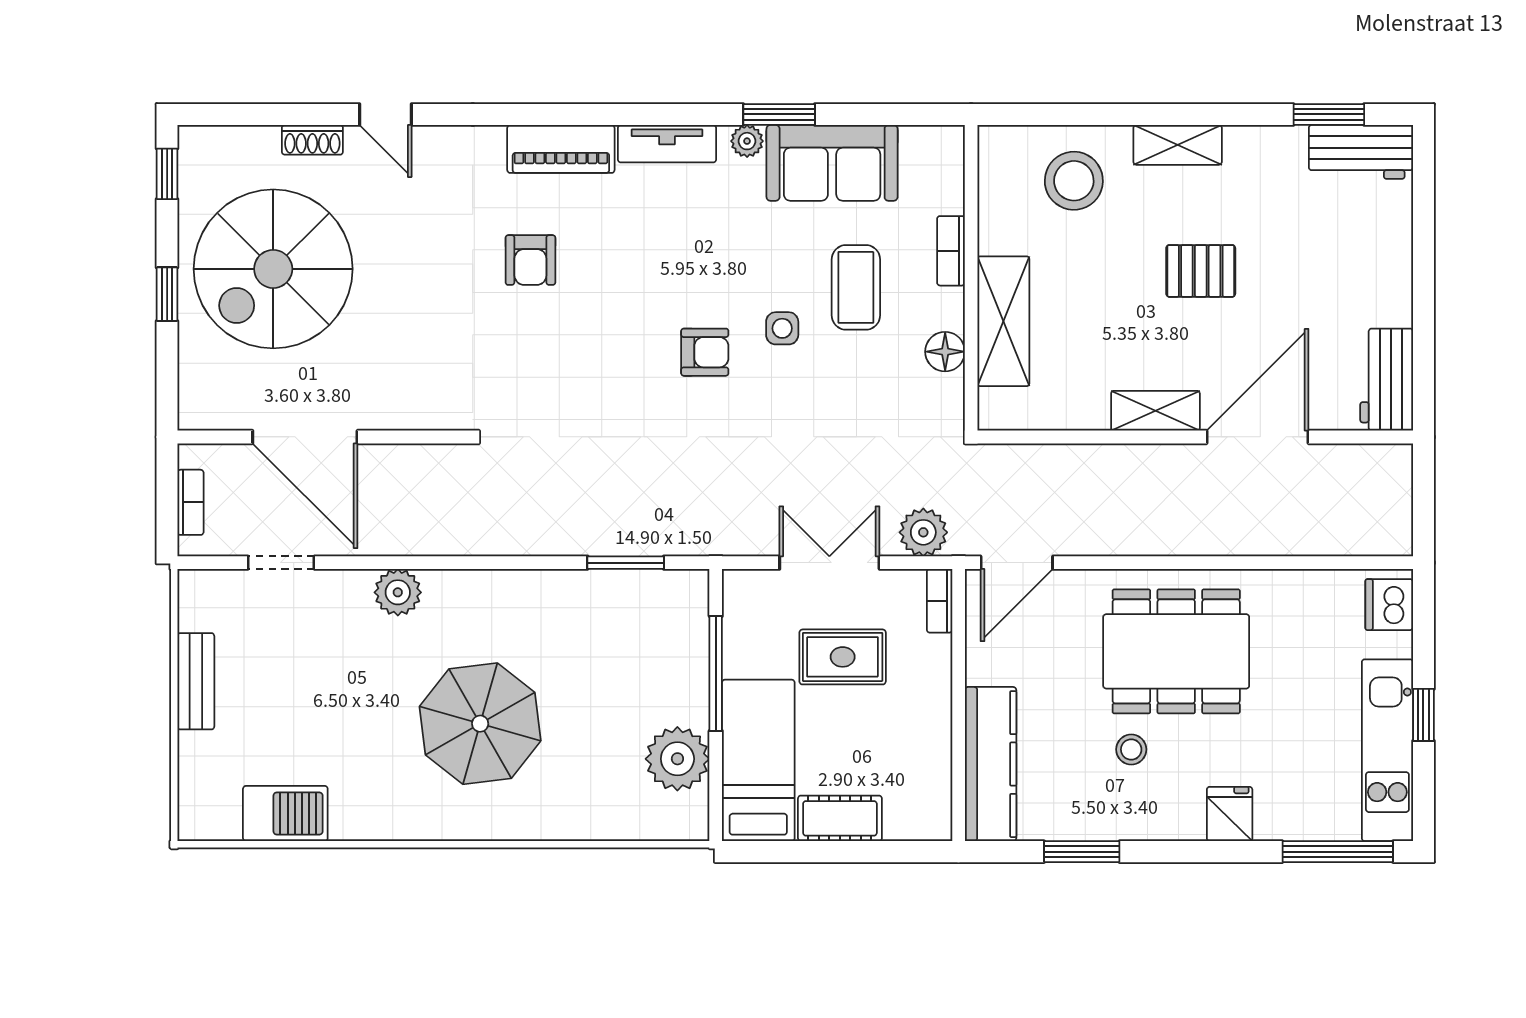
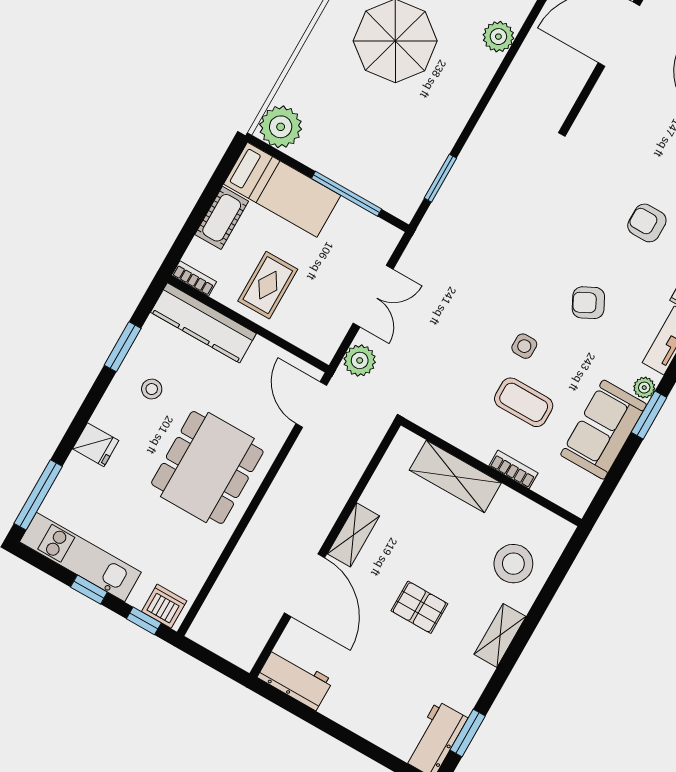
pallet: (1201, 271) -> (419, 607), turned 90
armchair: (705, 352) -> (588, 303), moved, turned 63
floor lamp: (945, 352) -> (457, 433), removed
bookcase: (940, 601) -> (194, 278), moved
window: (1423, 620) -> (144, 621), added
rug: (843, 657) -> (268, 285), moved
stool: (1131, 749) -> (152, 389), moved
plant: (677, 759) -> (281, 127), moved

